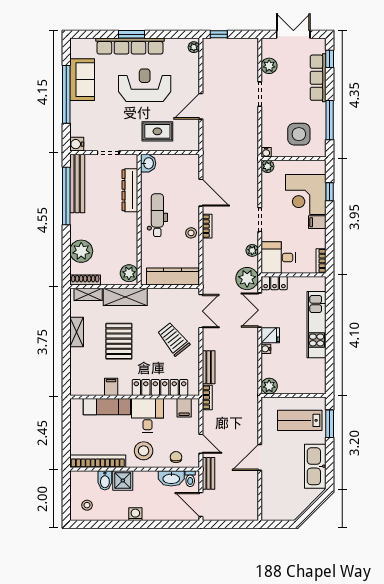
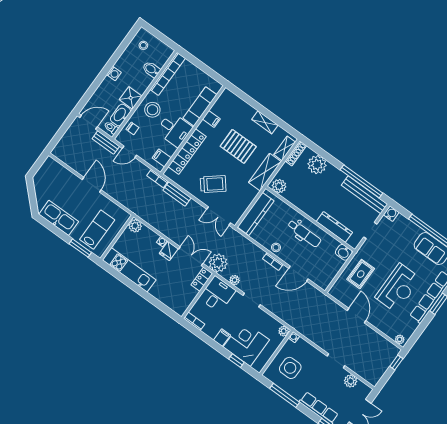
kitchen unit: (317, 325) -> (129, 270), moved
shower: (123, 480) -> (131, 98), moved

